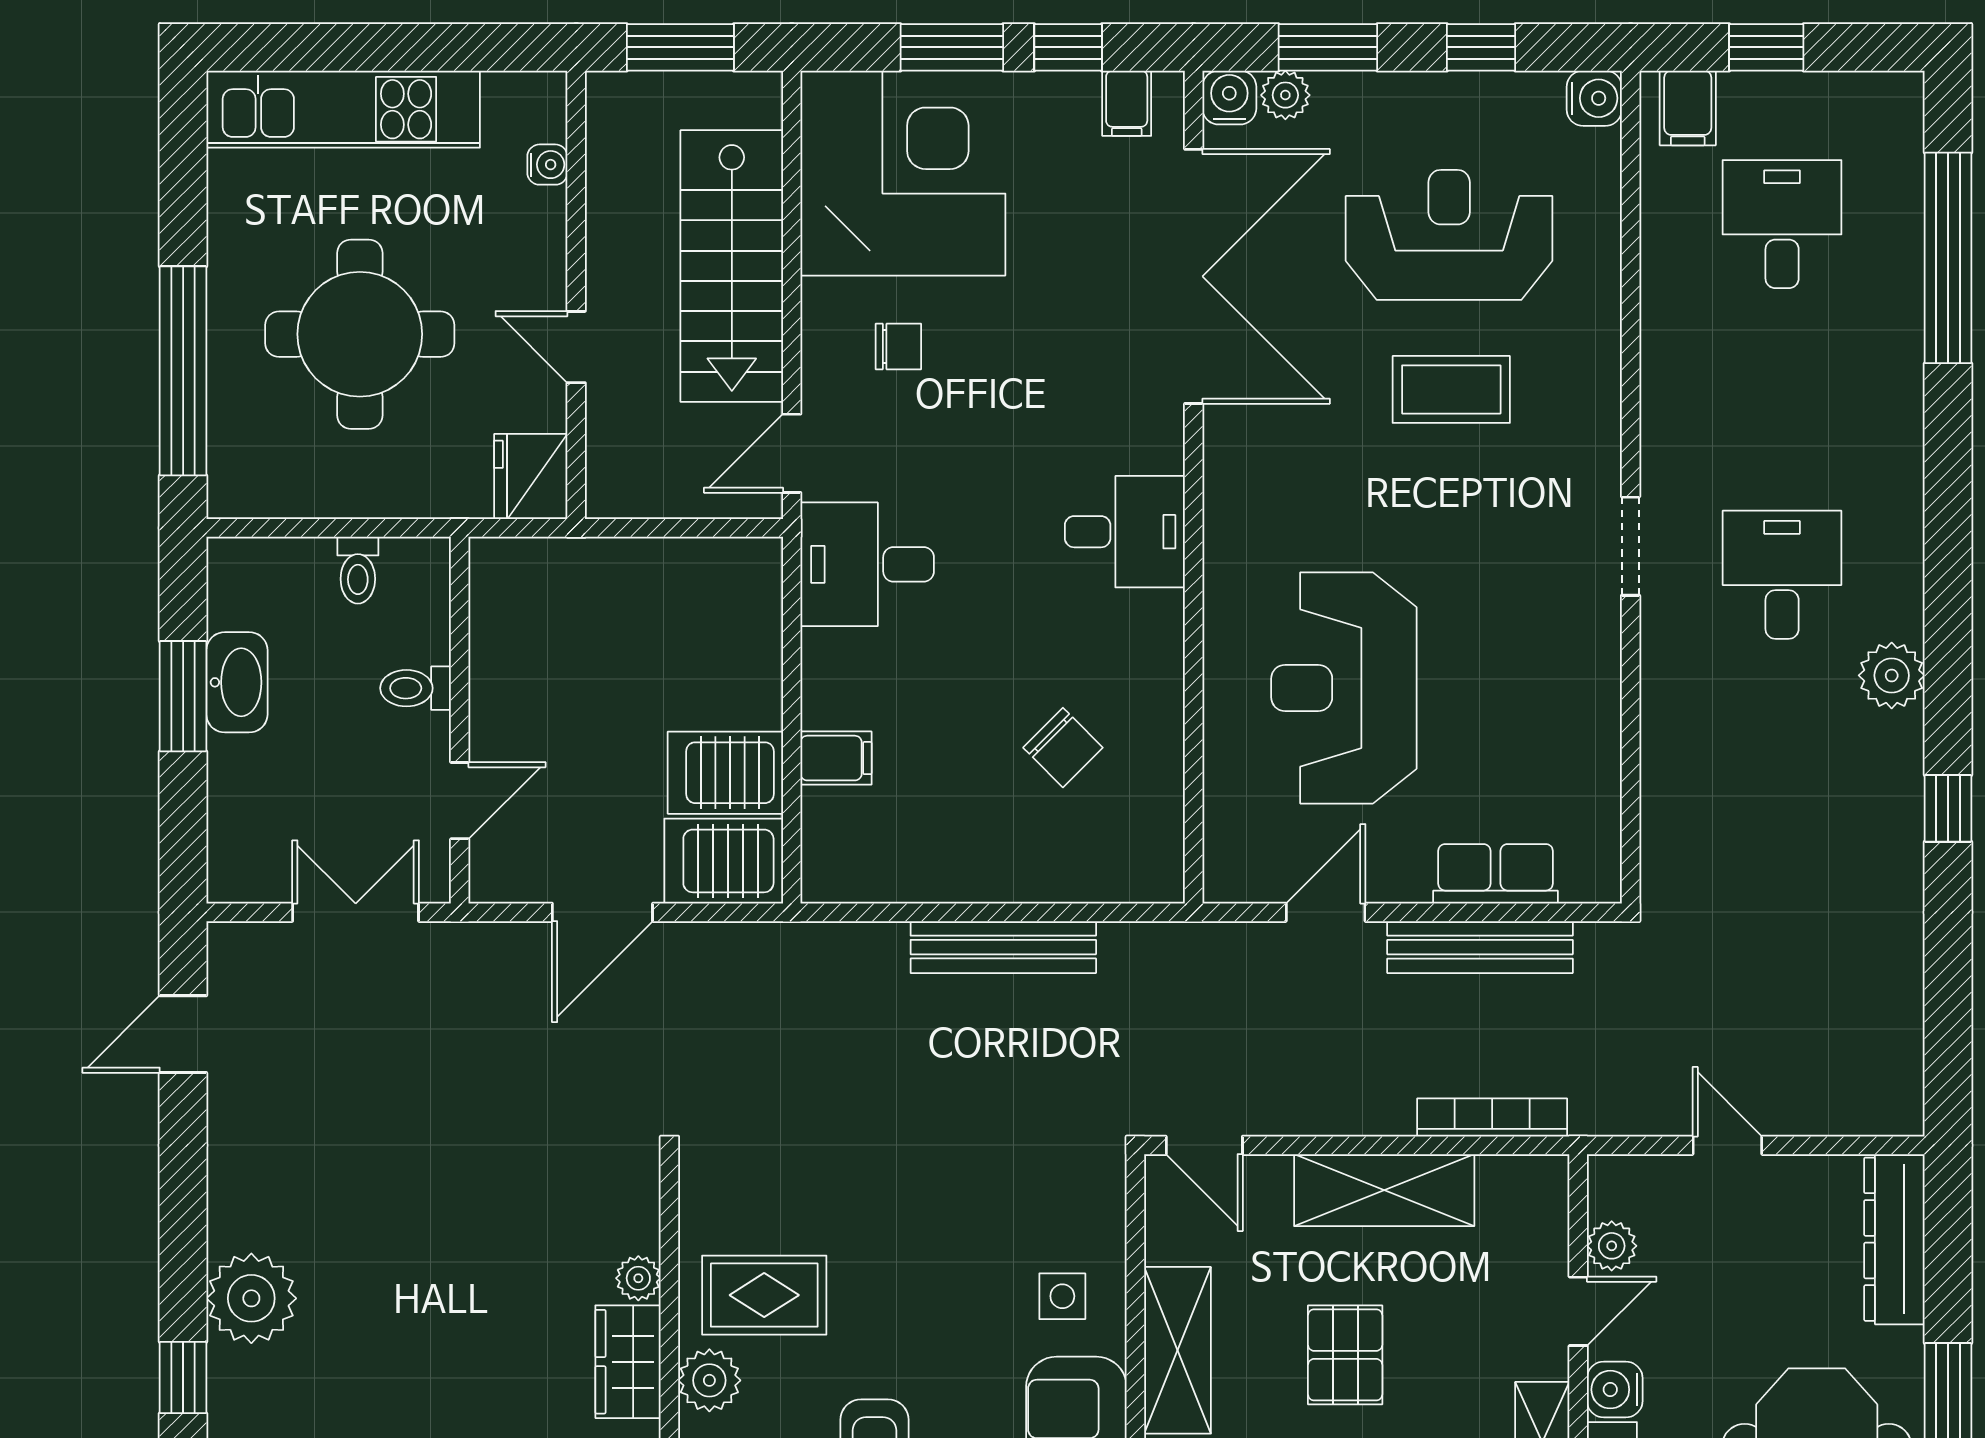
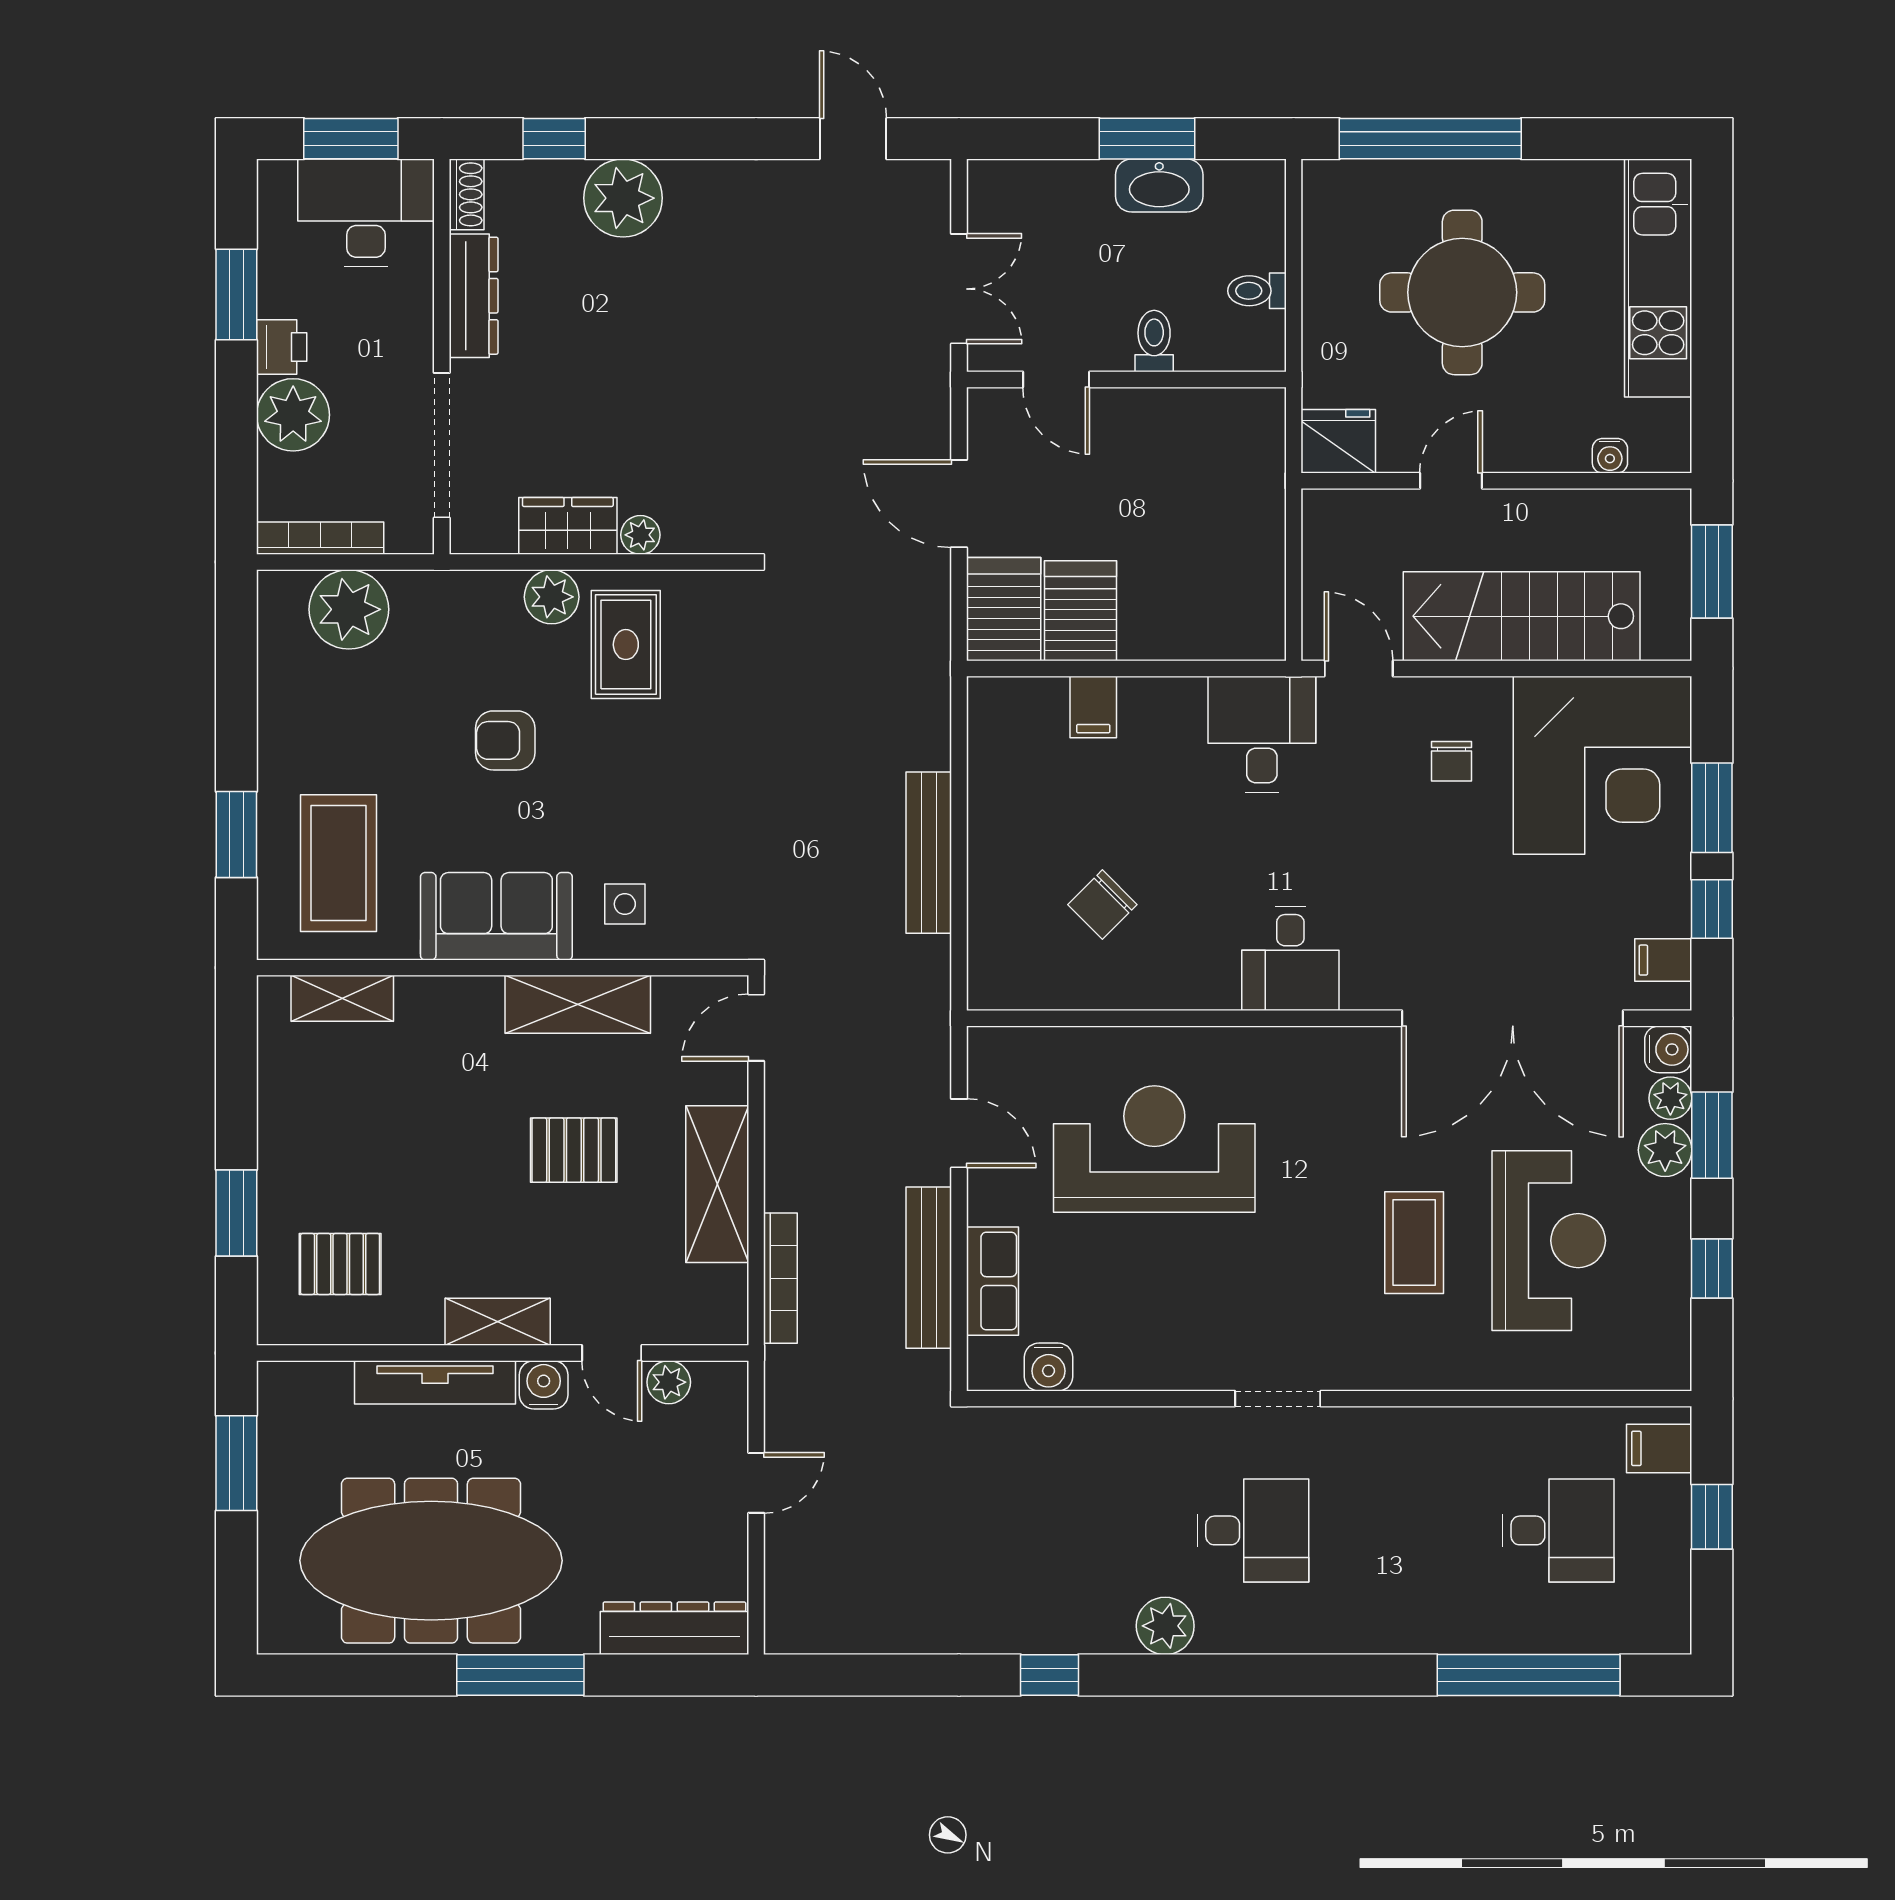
water cooler: (1594, 98) -> (1049, 1367), moved
plant: (1345, 101) -> (1665, 1150), added

